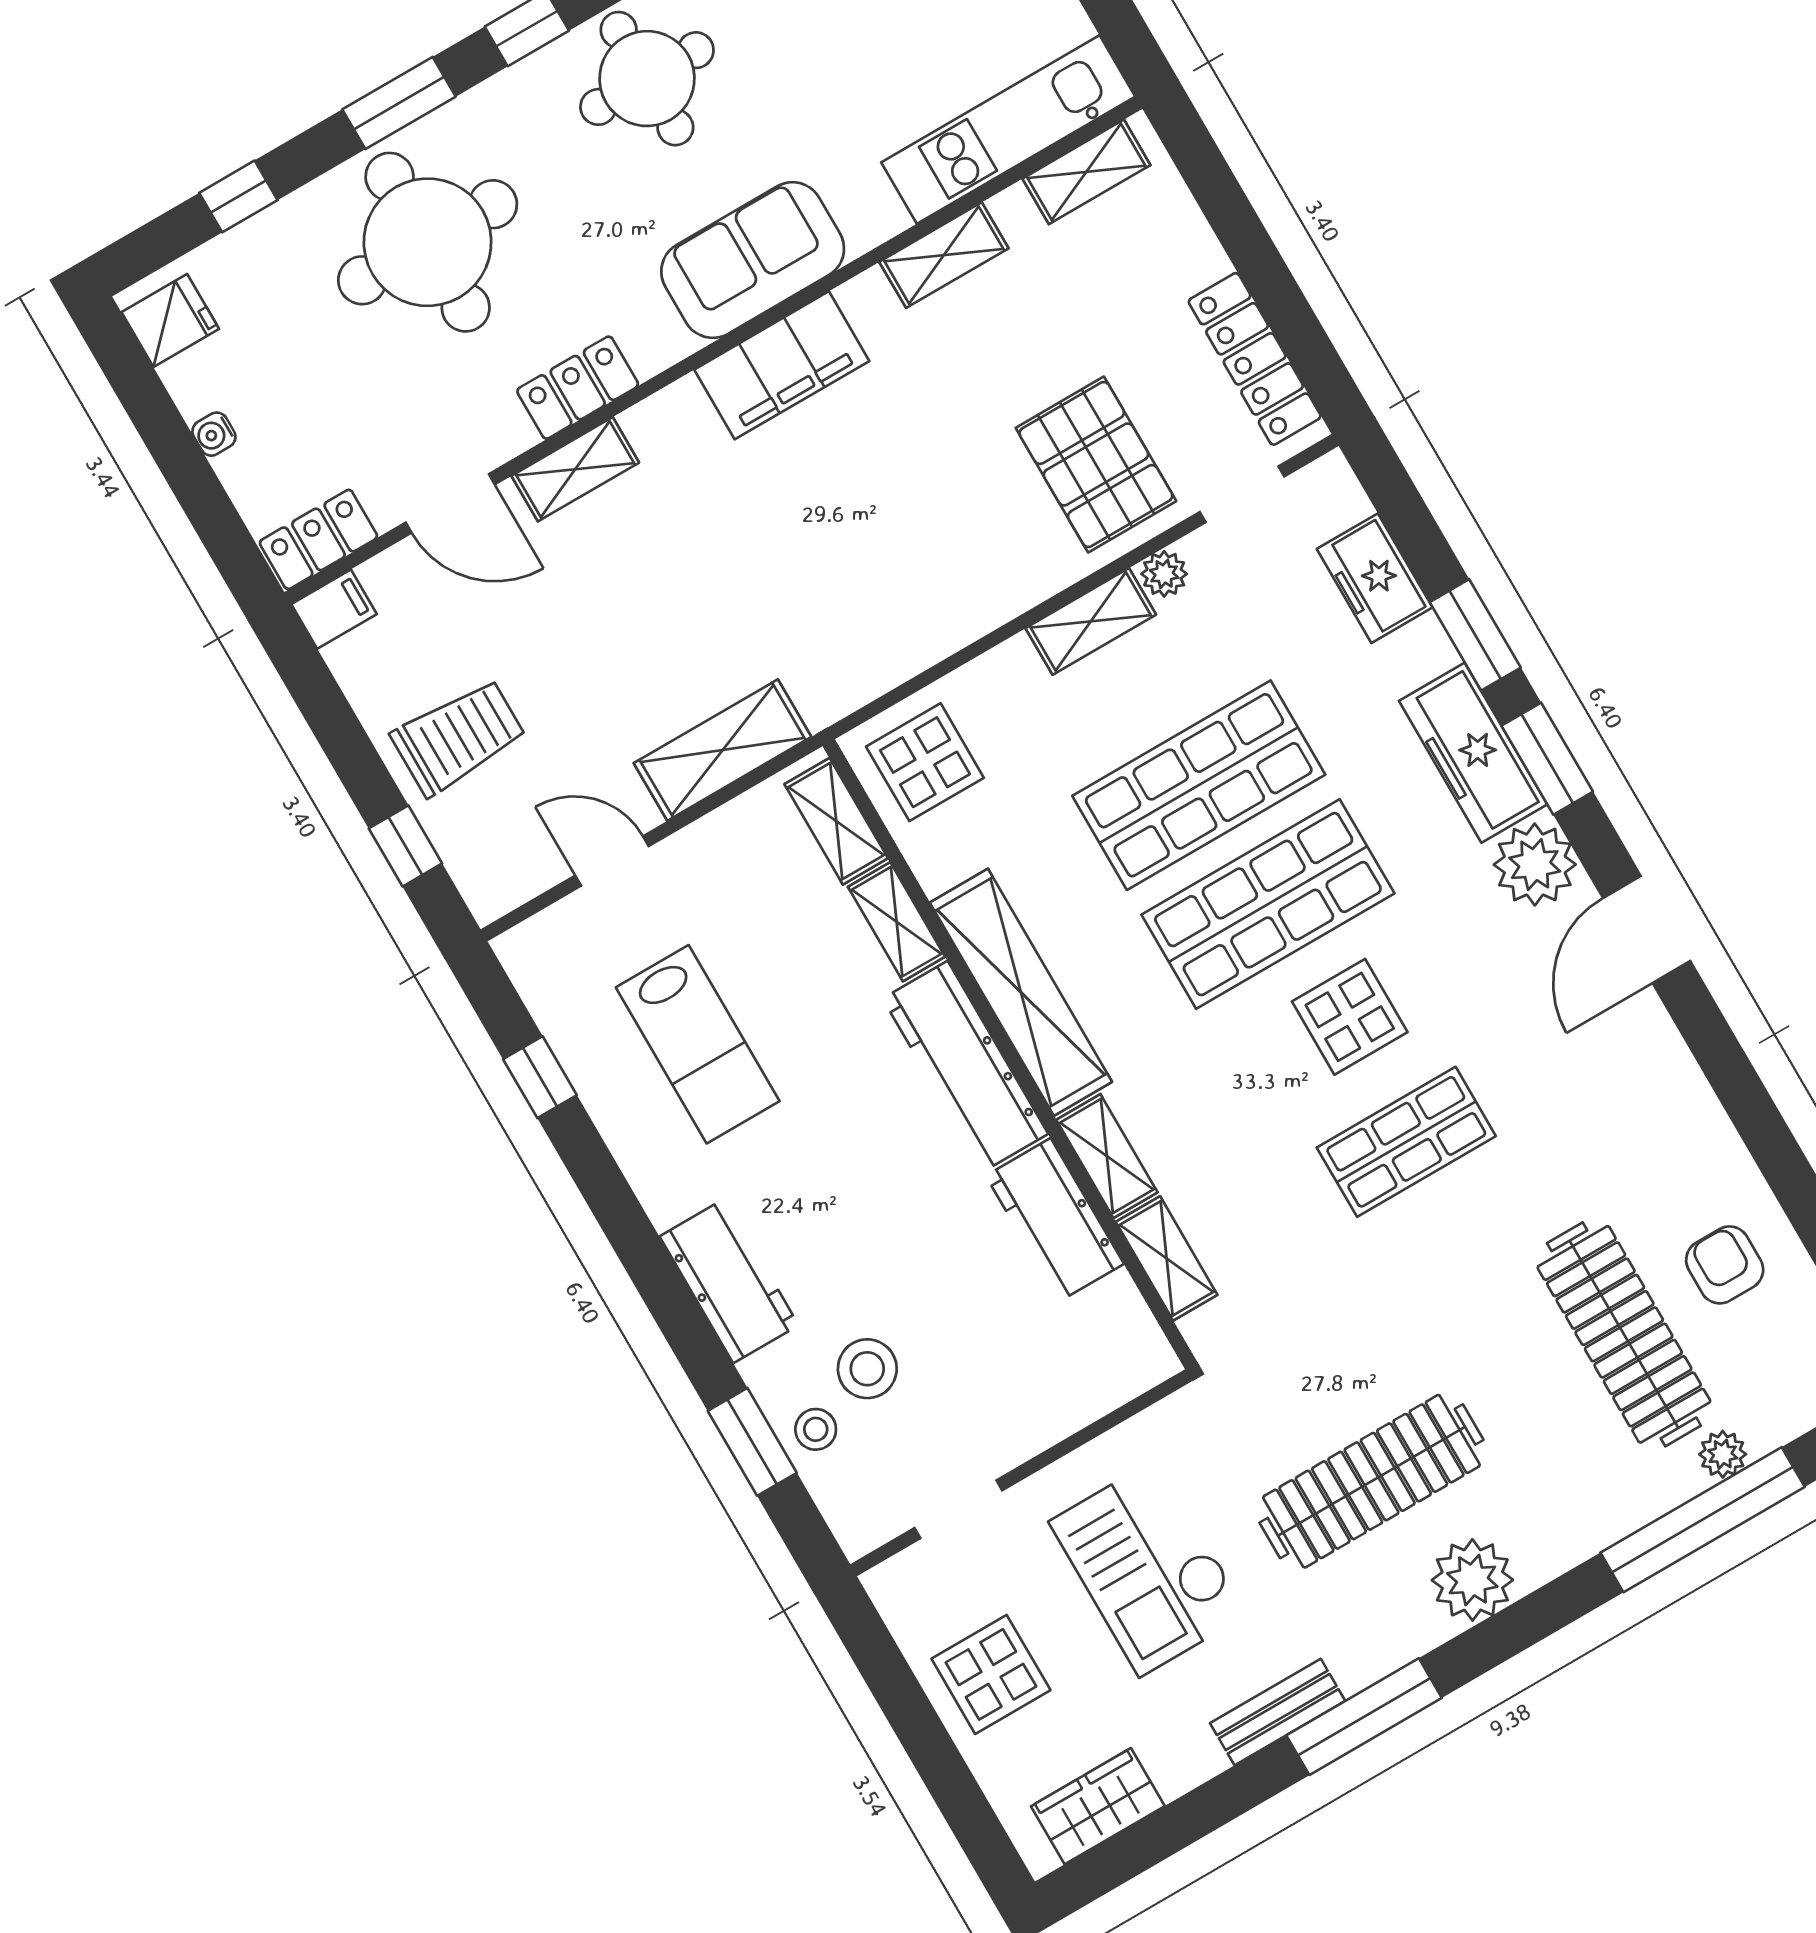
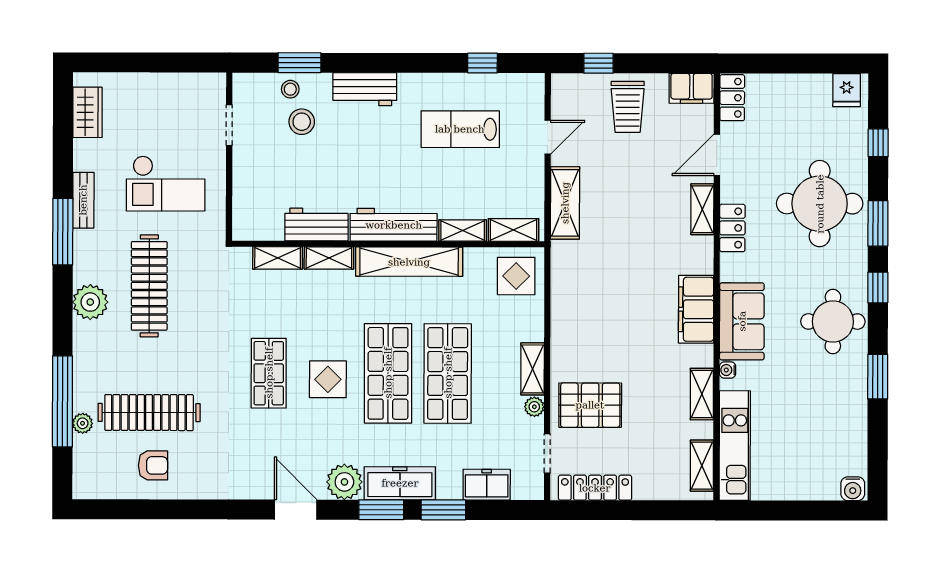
water cooler: (214, 434) -> (728, 370), moved, turned -90
filing cabinet: (334, 609) -> (692, 88), width x2.00
checkout: (1148, 1568) -> (166, 183), turned 180
display table: (991, 1674) -> (160, 101), removed

